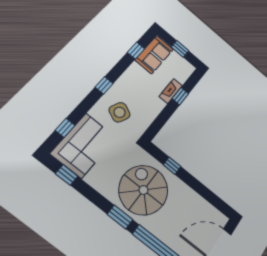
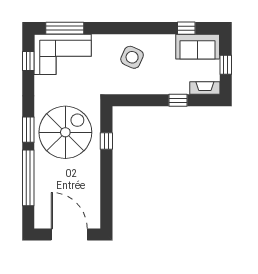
window: (104, 85) -> (129, 28), removed
fireplace: (171, 91) -> (205, 88), moved
side table: (120, 112) -> (132, 57), moved
window: (65, 128) -> (65, 28), width x2.17

